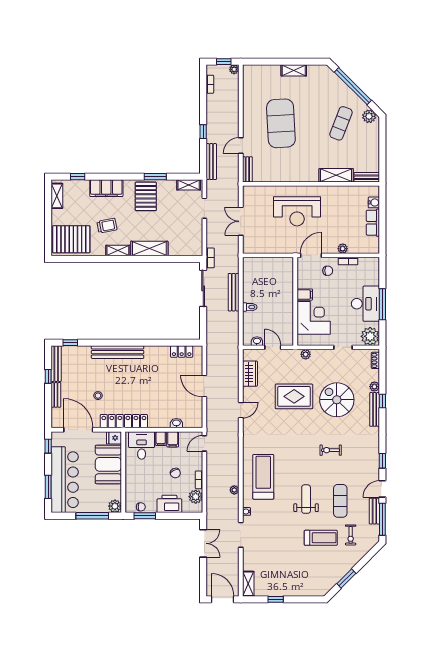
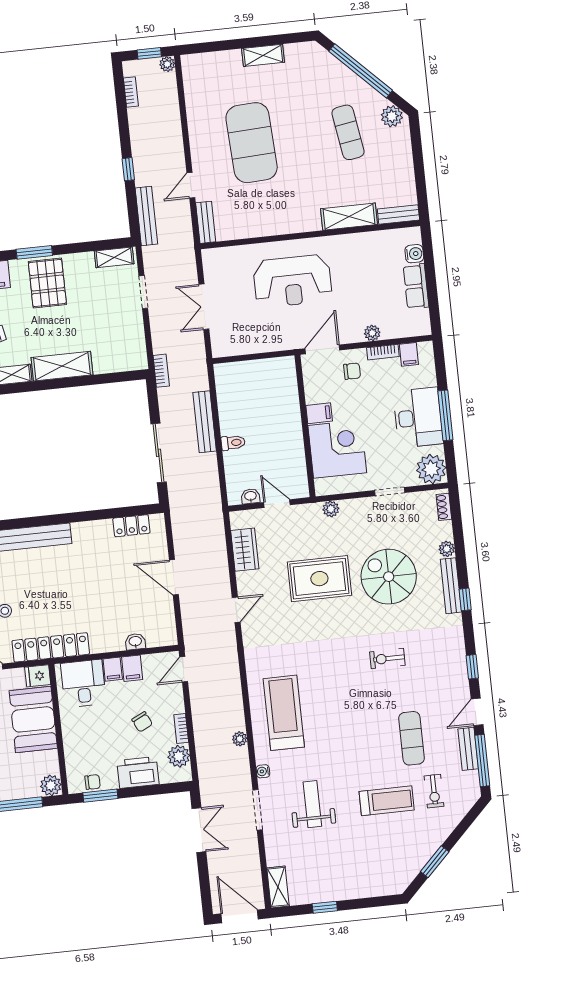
exercise mat: (341, 123) -> (348, 132), turned -30
window: (155, 177) -> (34, 252), moved
filing cabinet: (364, 264) -> (409, 354), added
sliding door: (203, 288) -> (159, 453), moved
window: (382, 401) -> (465, 599), moved
weight bench: (306, 499) -> (312, 804), moved

